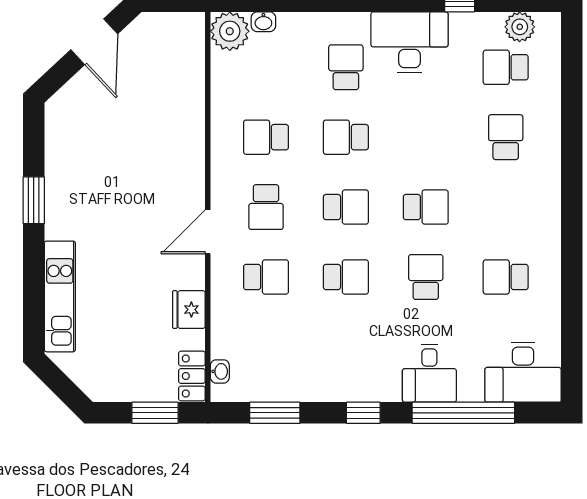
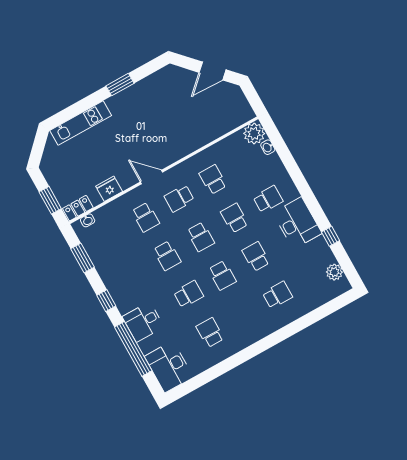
school desk: (506, 67) -> (256, 256), moved

